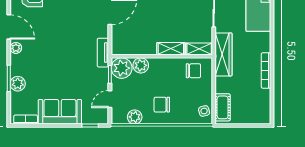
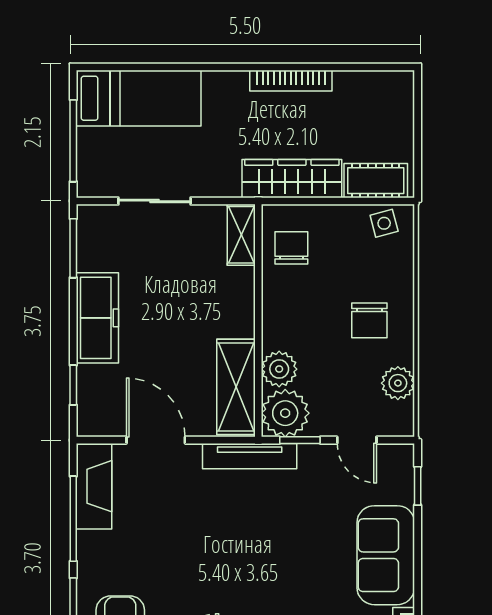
shelving: (171, 49) -> (236, 387), moved, width x1.50, depth x1.33
tv unit: (103, 53) -> (250, 456), width x1.41
wardrobe: (223, 54) -> (292, 179), moved

